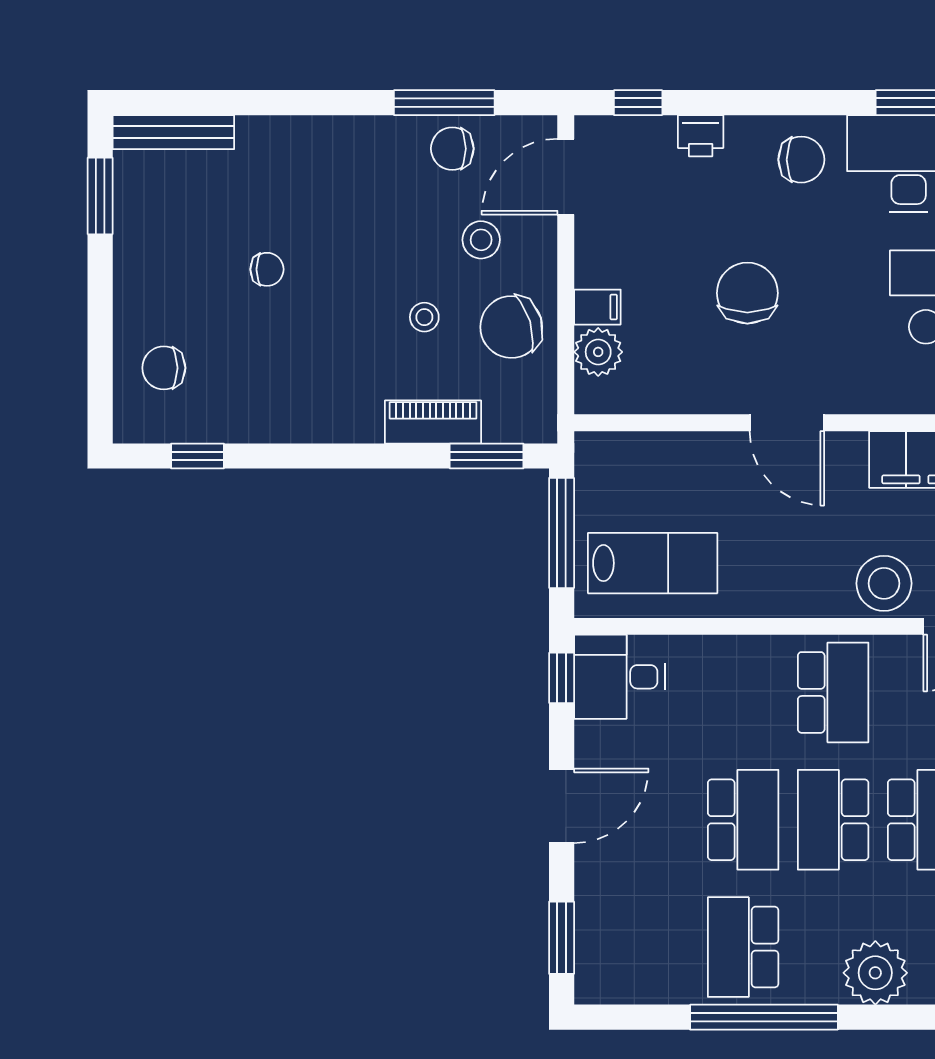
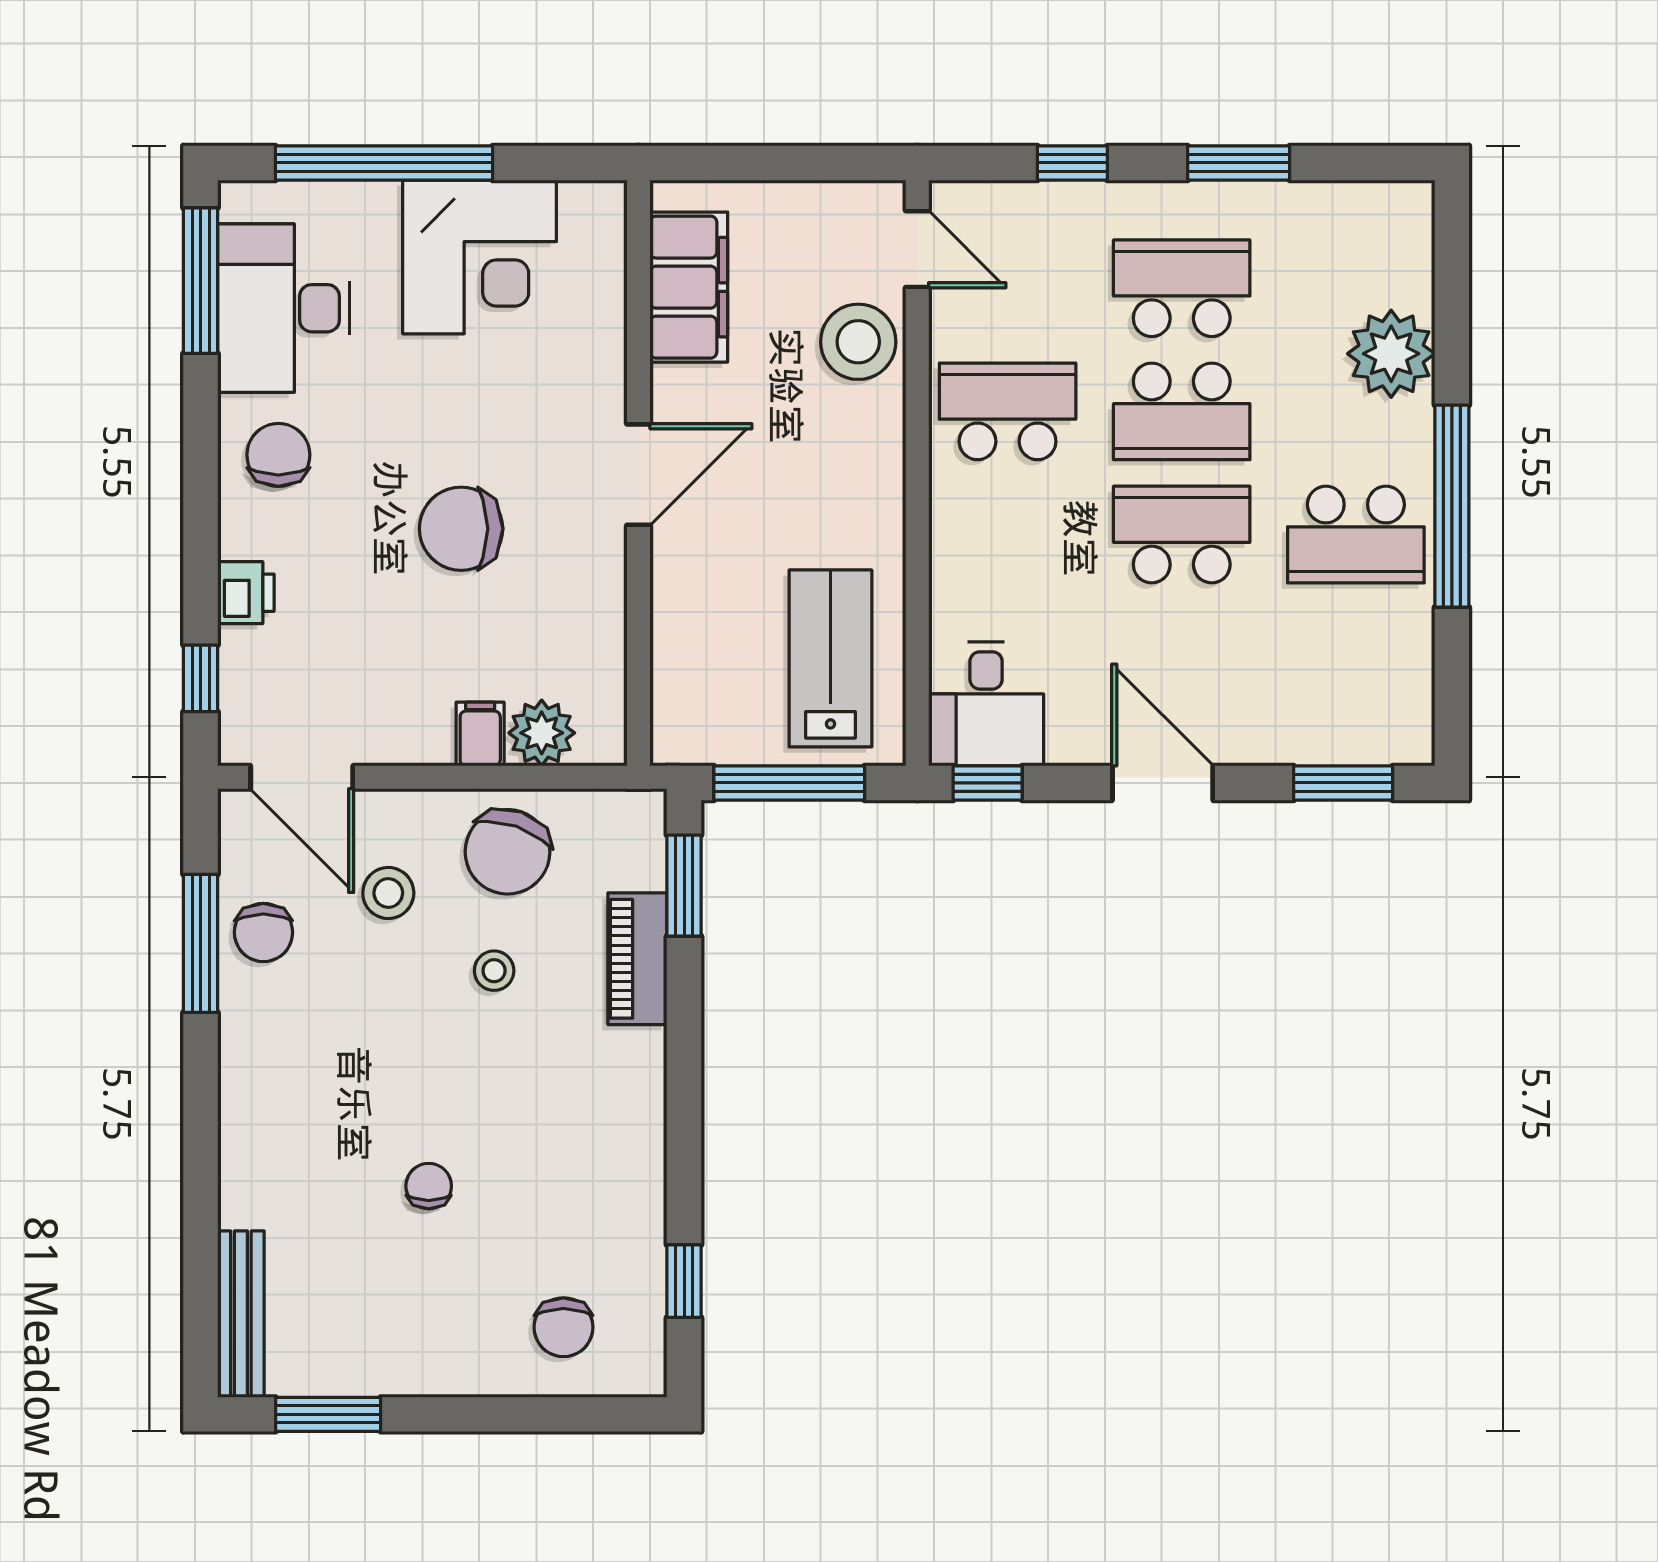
chair: (511, 327) -> (508, 852), turned 36

